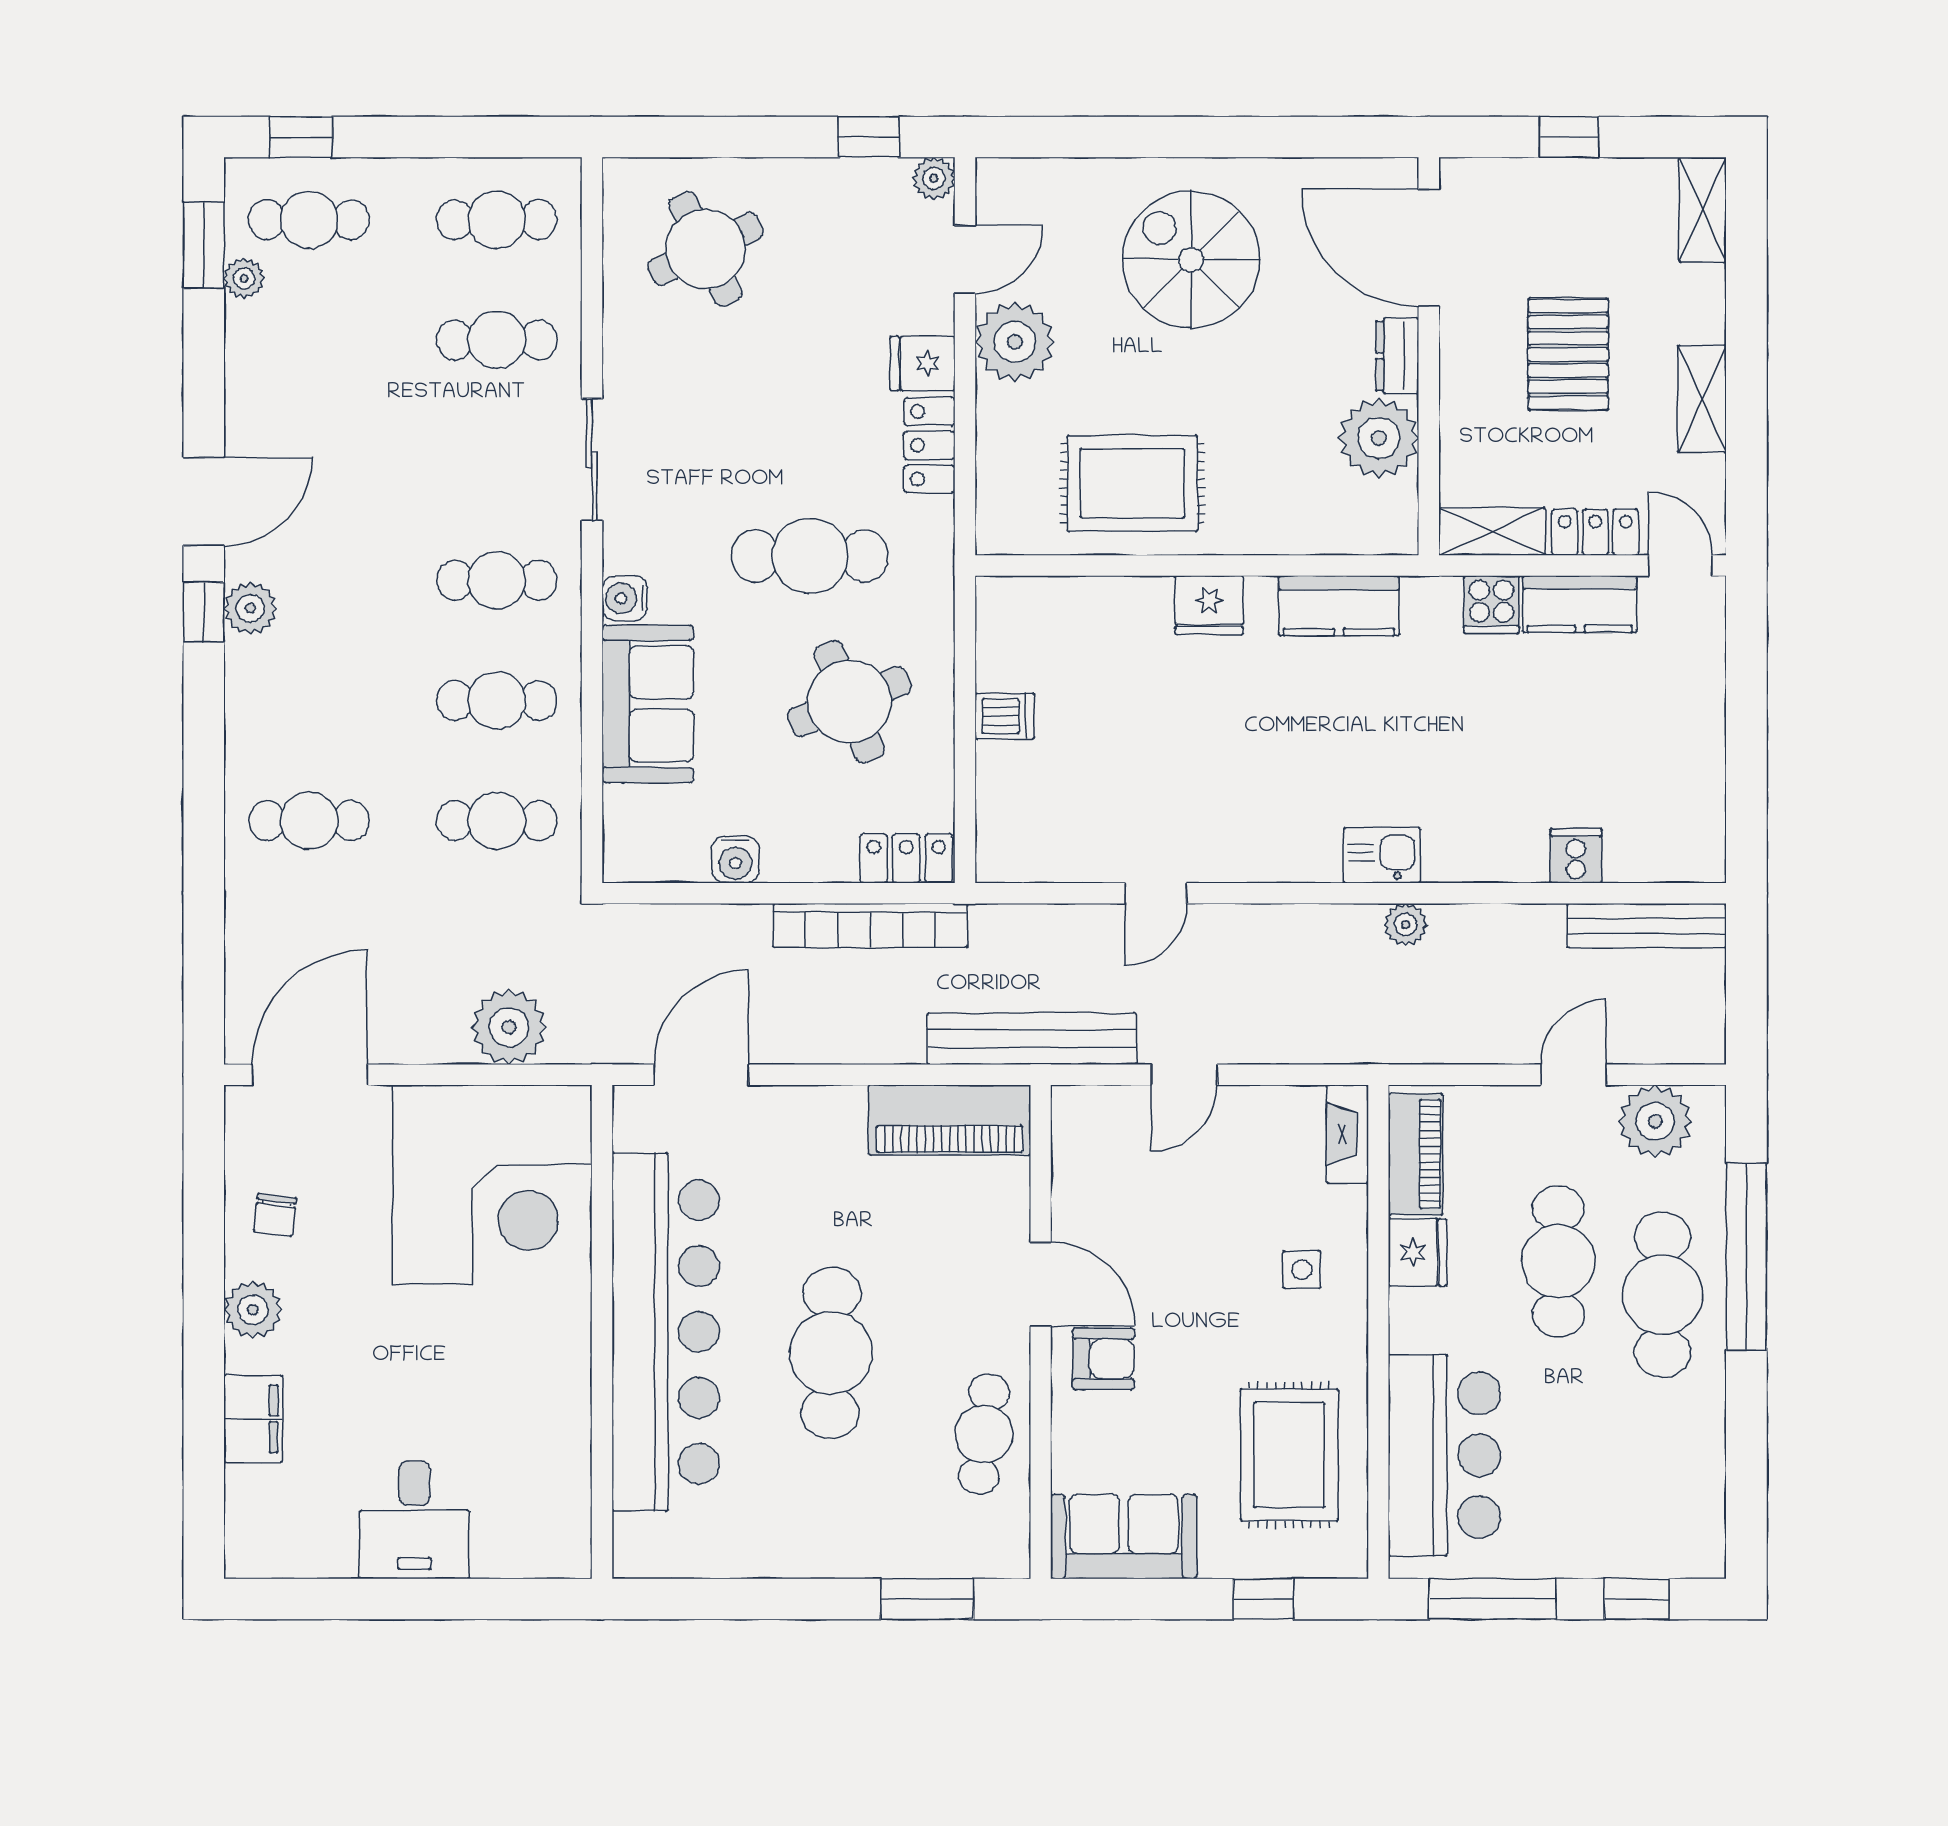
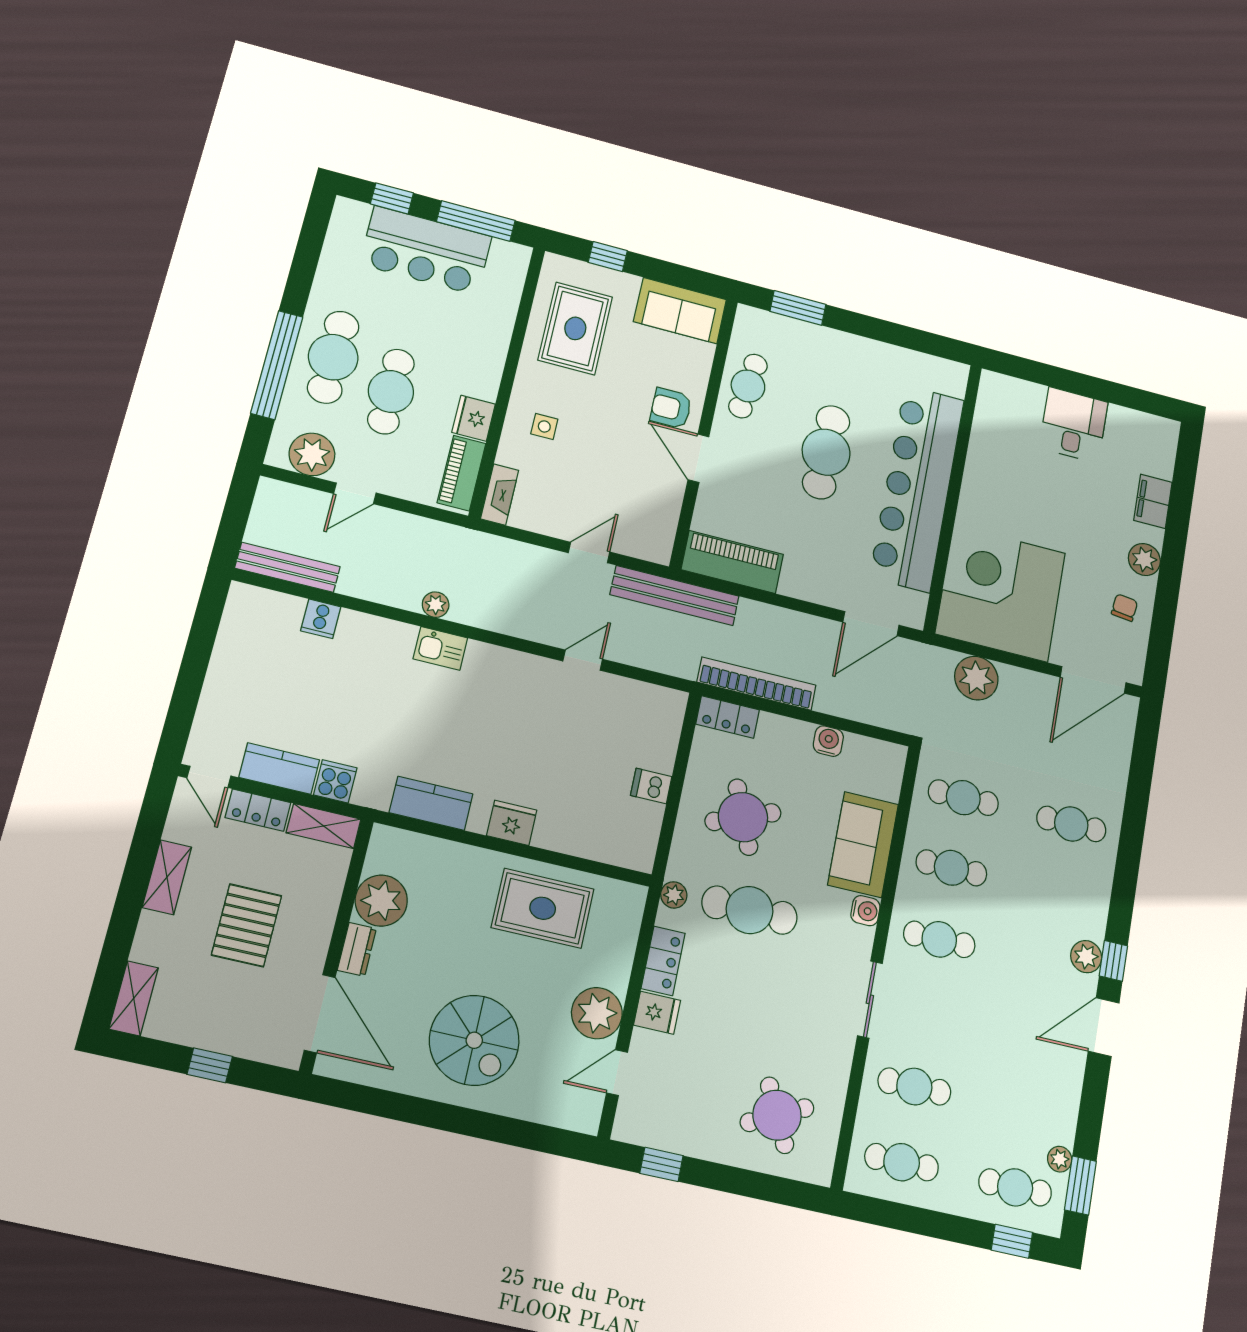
plant: (934, 178) -> (674, 895), moved
bar counter: (1444, 1455) -> (426, 250), moved, turned -90

